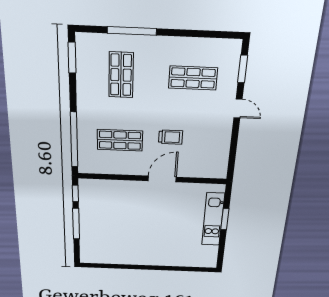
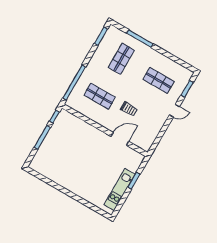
door: (238, 108) -> (174, 111), hinge flipped
door: (162, 179) -> (120, 139), moved
kitchen unit: (213, 219) -> (120, 190), moved

